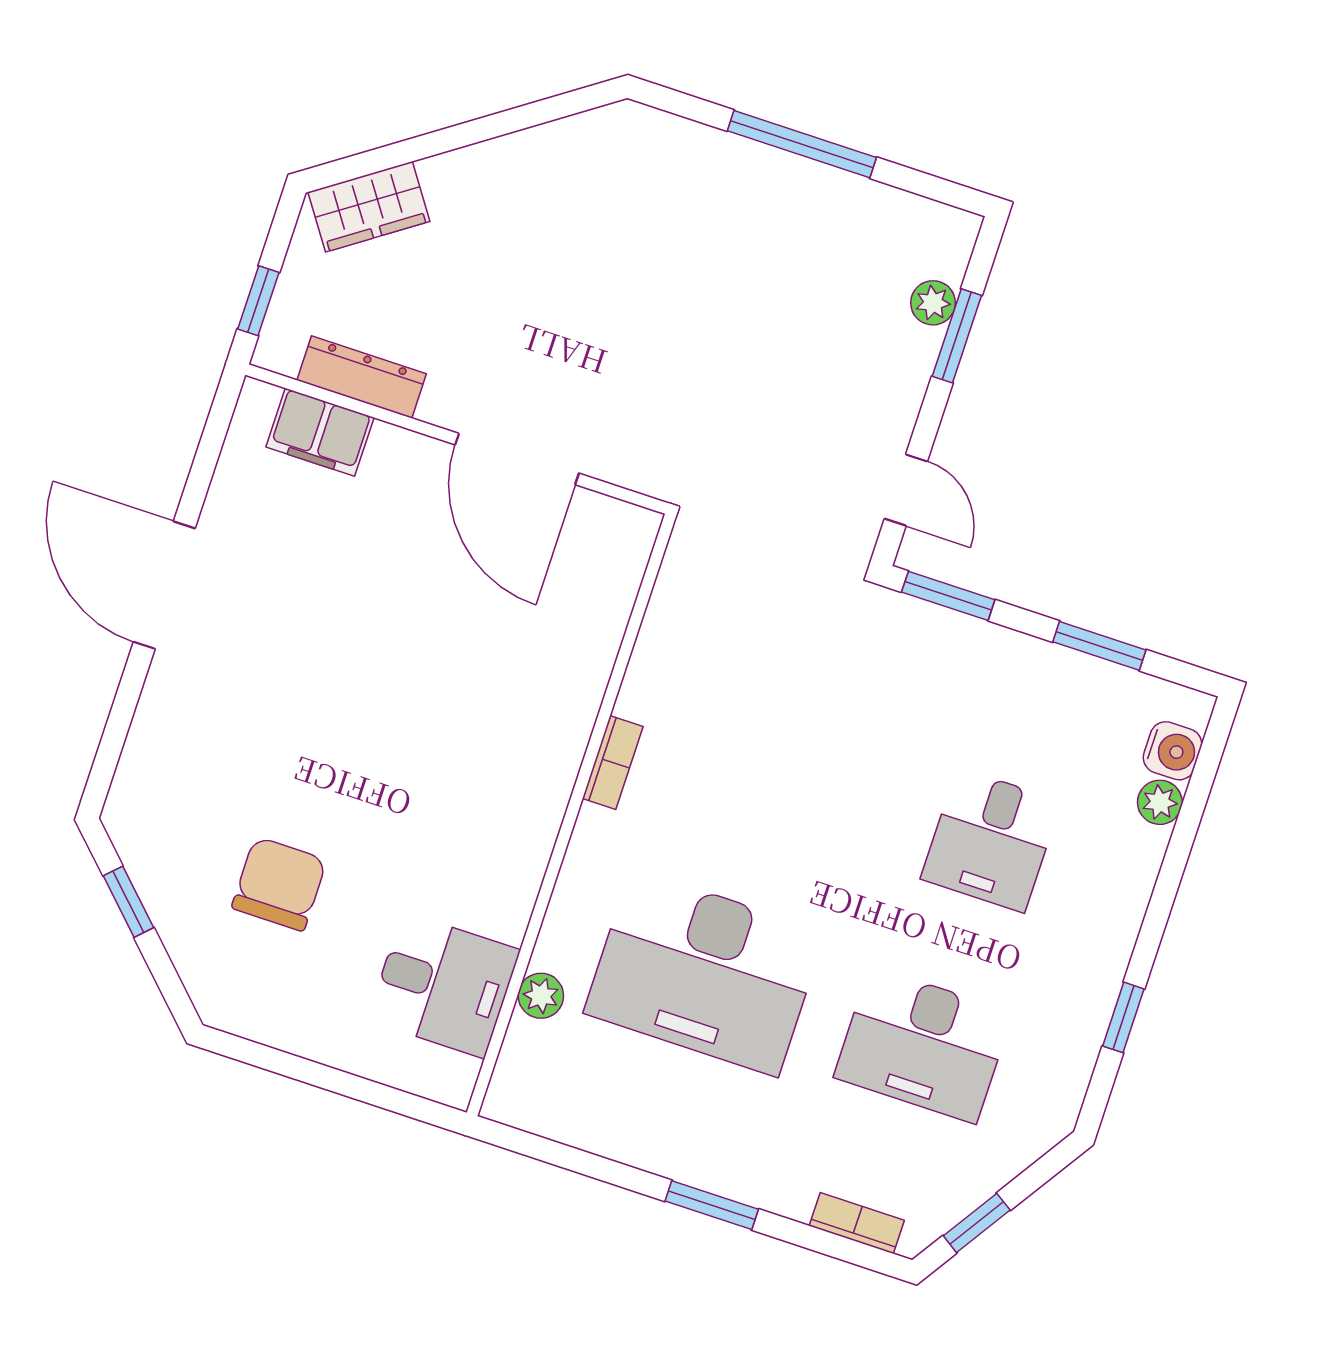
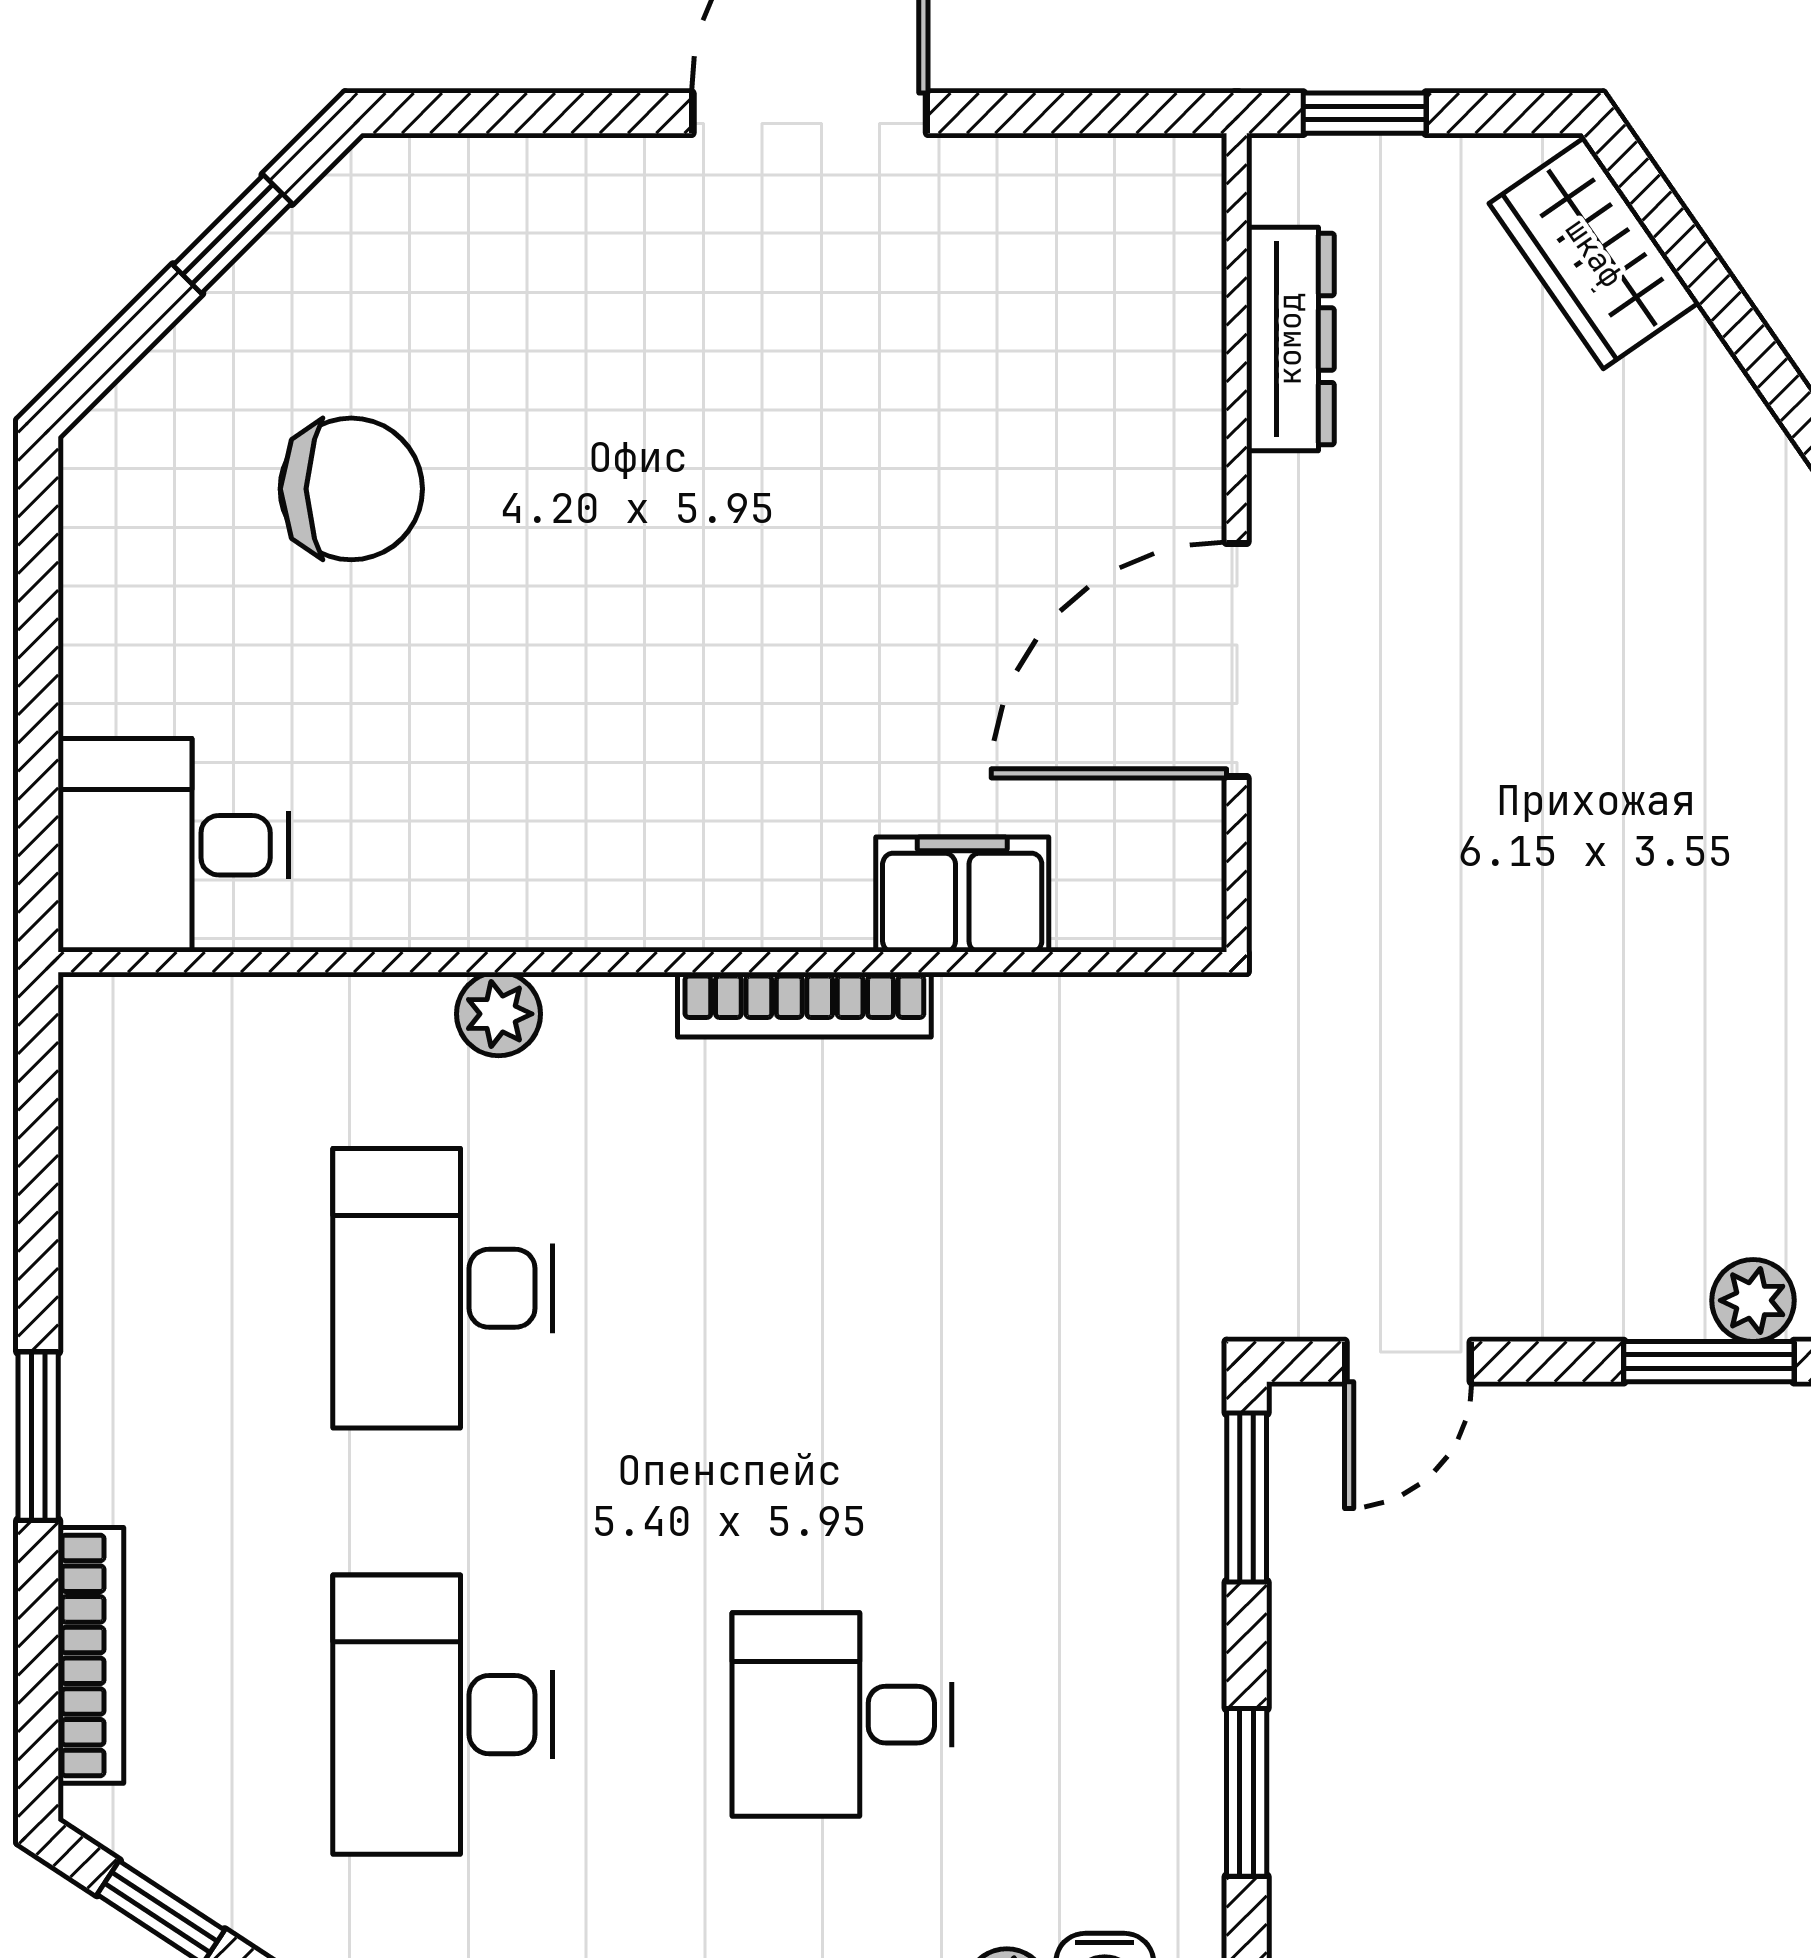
filing cabinet: (320, 432) -> (962, 895), moved, turned 90
bookcase: (613, 762) -> (804, 1005), width x1.56
desk: (705, 973) -> (443, 1288), width x0.73, depth x0.77
desk: (444, 985) -> (173, 845), moved, turned 90
plant: (541, 996) -> (499, 1014), moved
bookcase: (857, 1223) -> (91, 1655), width x1.56

